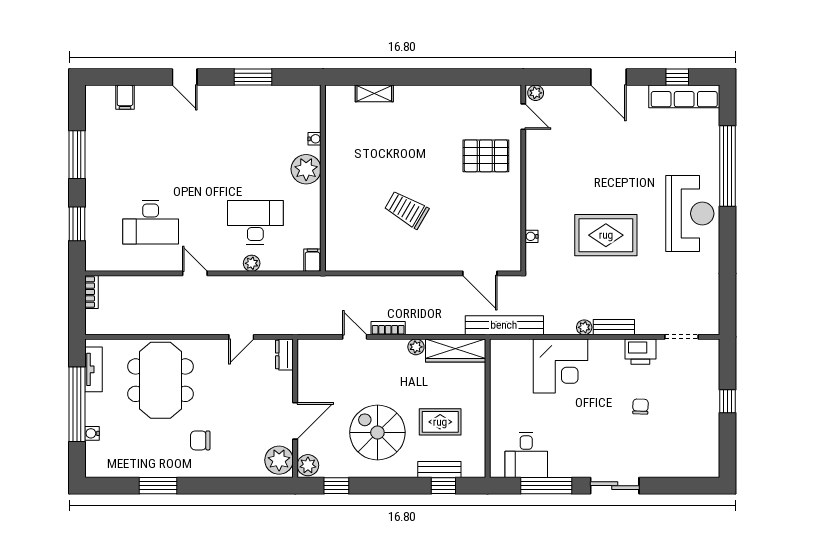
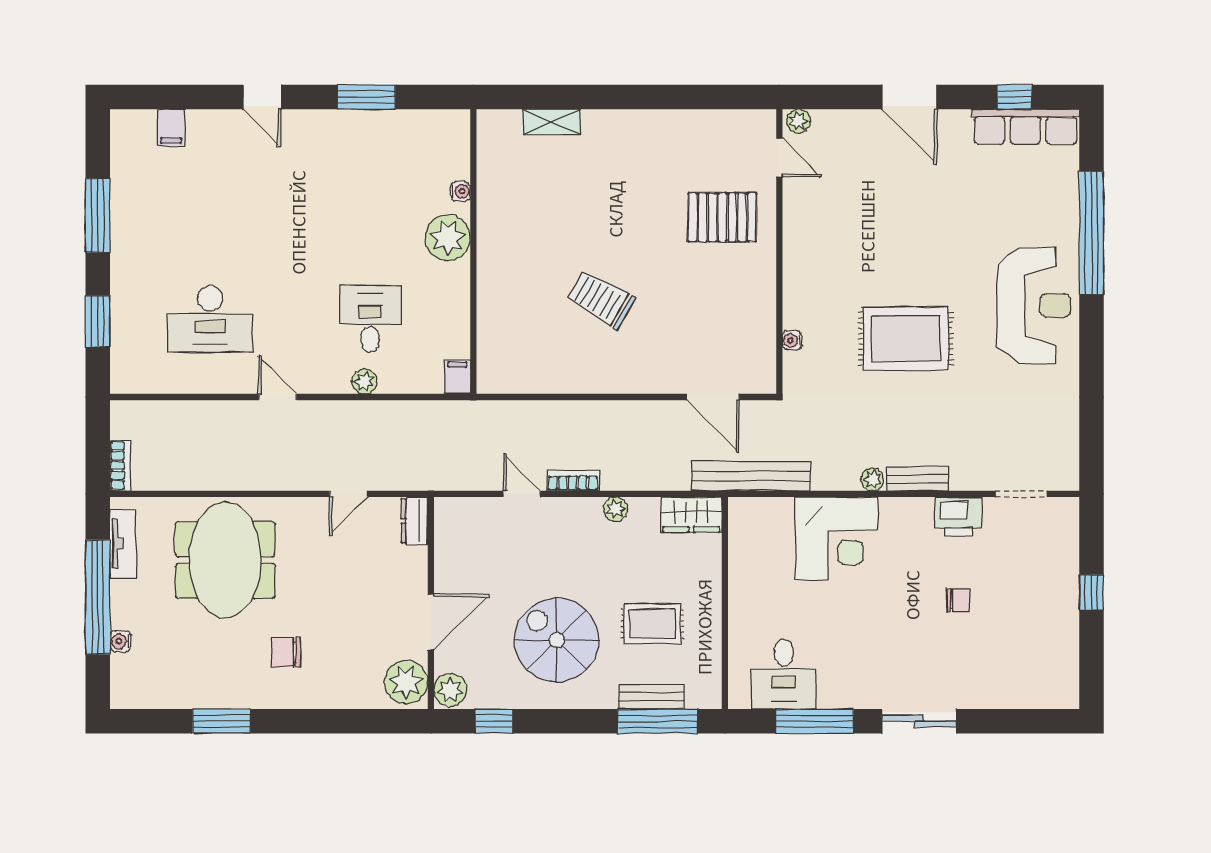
desk: (255, 222) -> (370, 319), width x0.73
bookcase: (92, 292) -> (120, 465), moved
wardrobe: (456, 350) -> (691, 515), width x0.67
chair: (640, 407) -> (958, 600), turned 88
window: (443, 486) -> (657, 721), width x2.17

